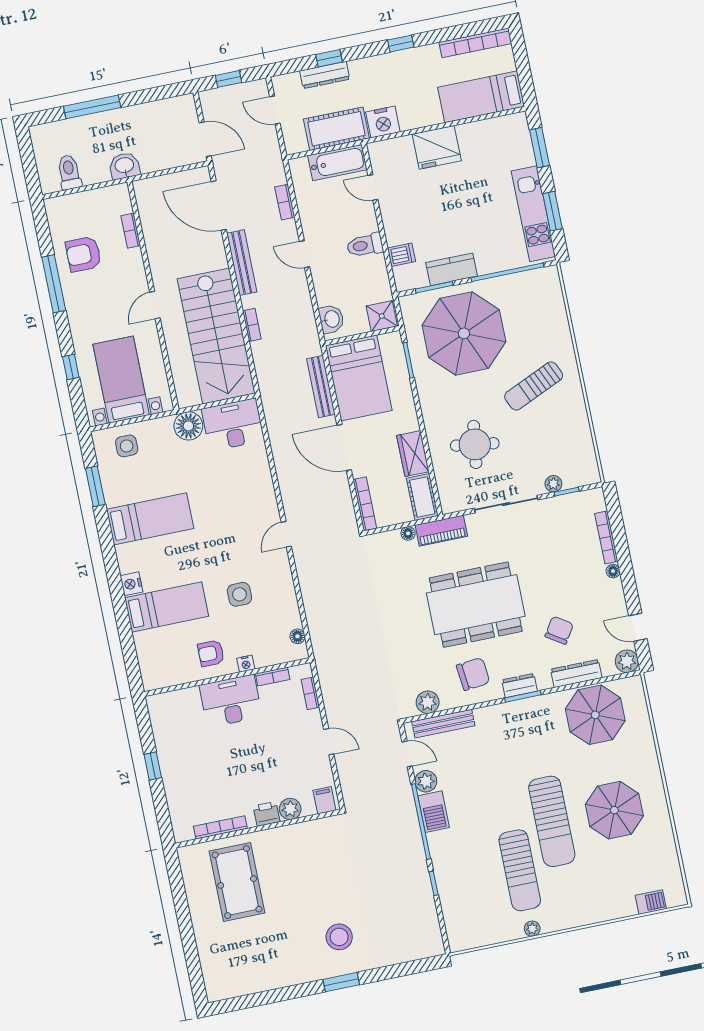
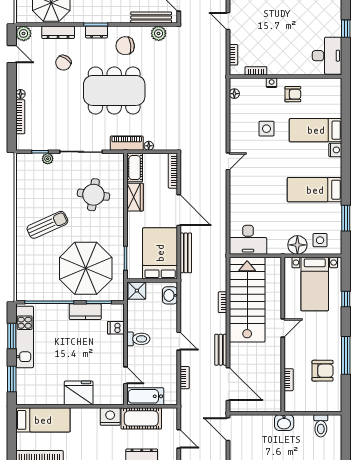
bench: (242, 263) -> (221, 350), width x0.73
floor lamp: (188, 426) -> (297, 245), moved
desk: (231, 701) -> (327, 56), moved, turned -90

